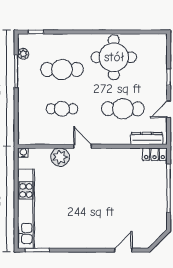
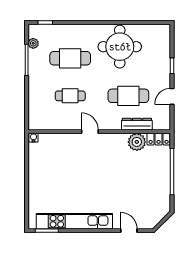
dresser: (147, 138) -> (137, 124), moved
plant: (60, 157) -> (137, 142), moved
kitchen unit: (26, 209) -> (74, 221), moved, turned -90
door: (123, 250) -> (129, 231), hinge flipped

